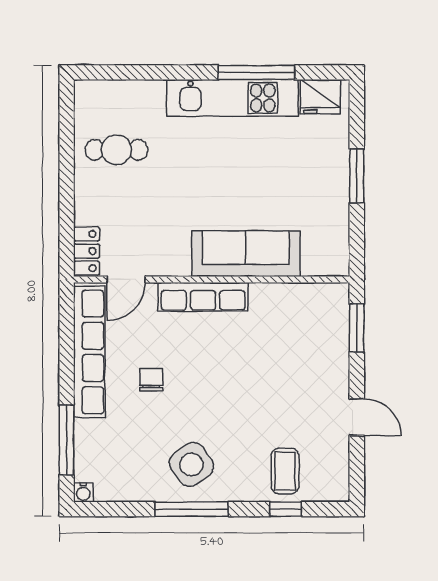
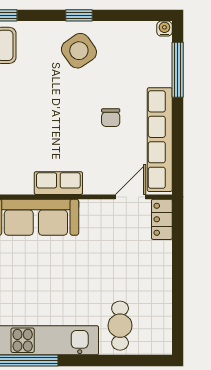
cafe table: (116, 150) -> (120, 326), moved, turned 90
row of seats: (203, 297) -> (58, 183), width x0.68
window: (192, 509) -> (79, 15), width x0.46

